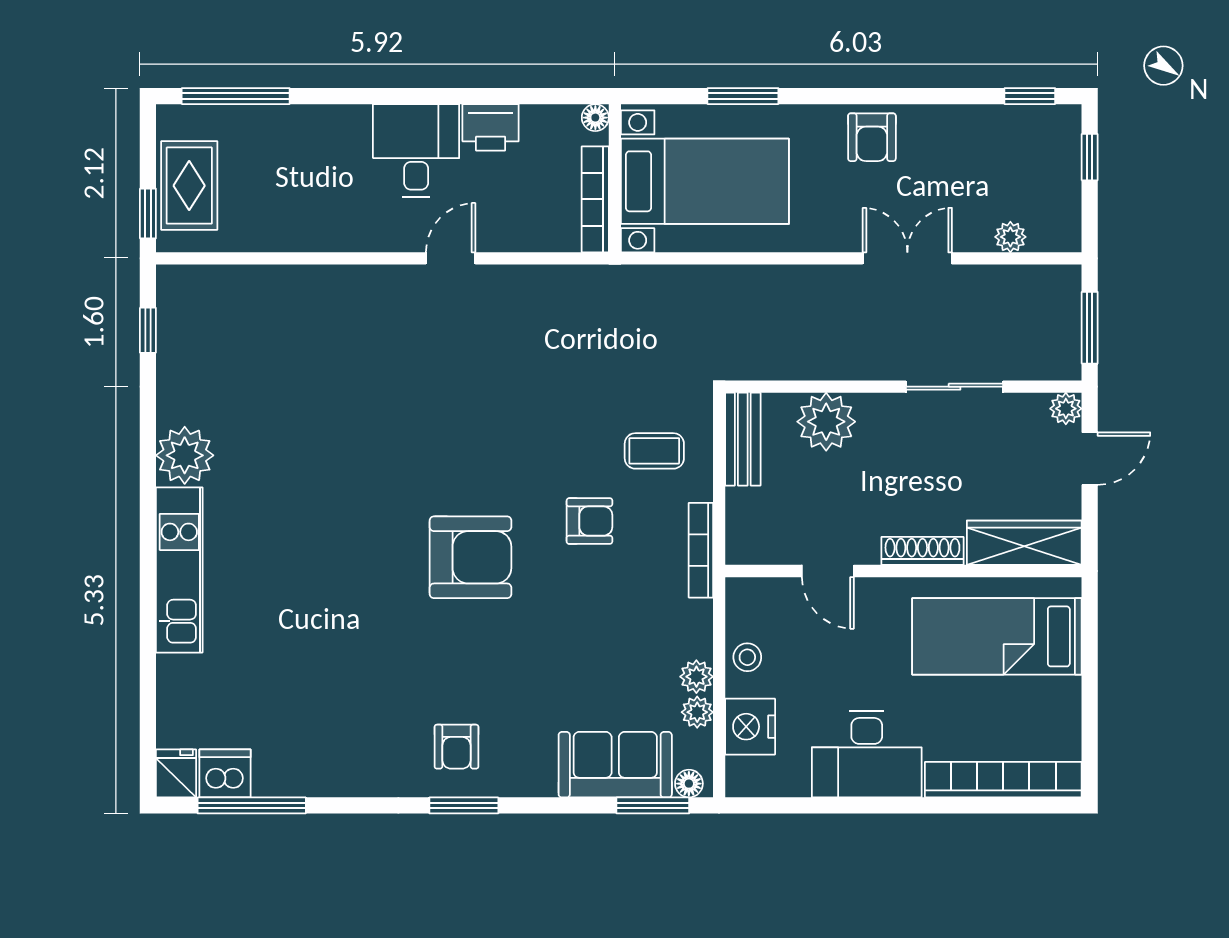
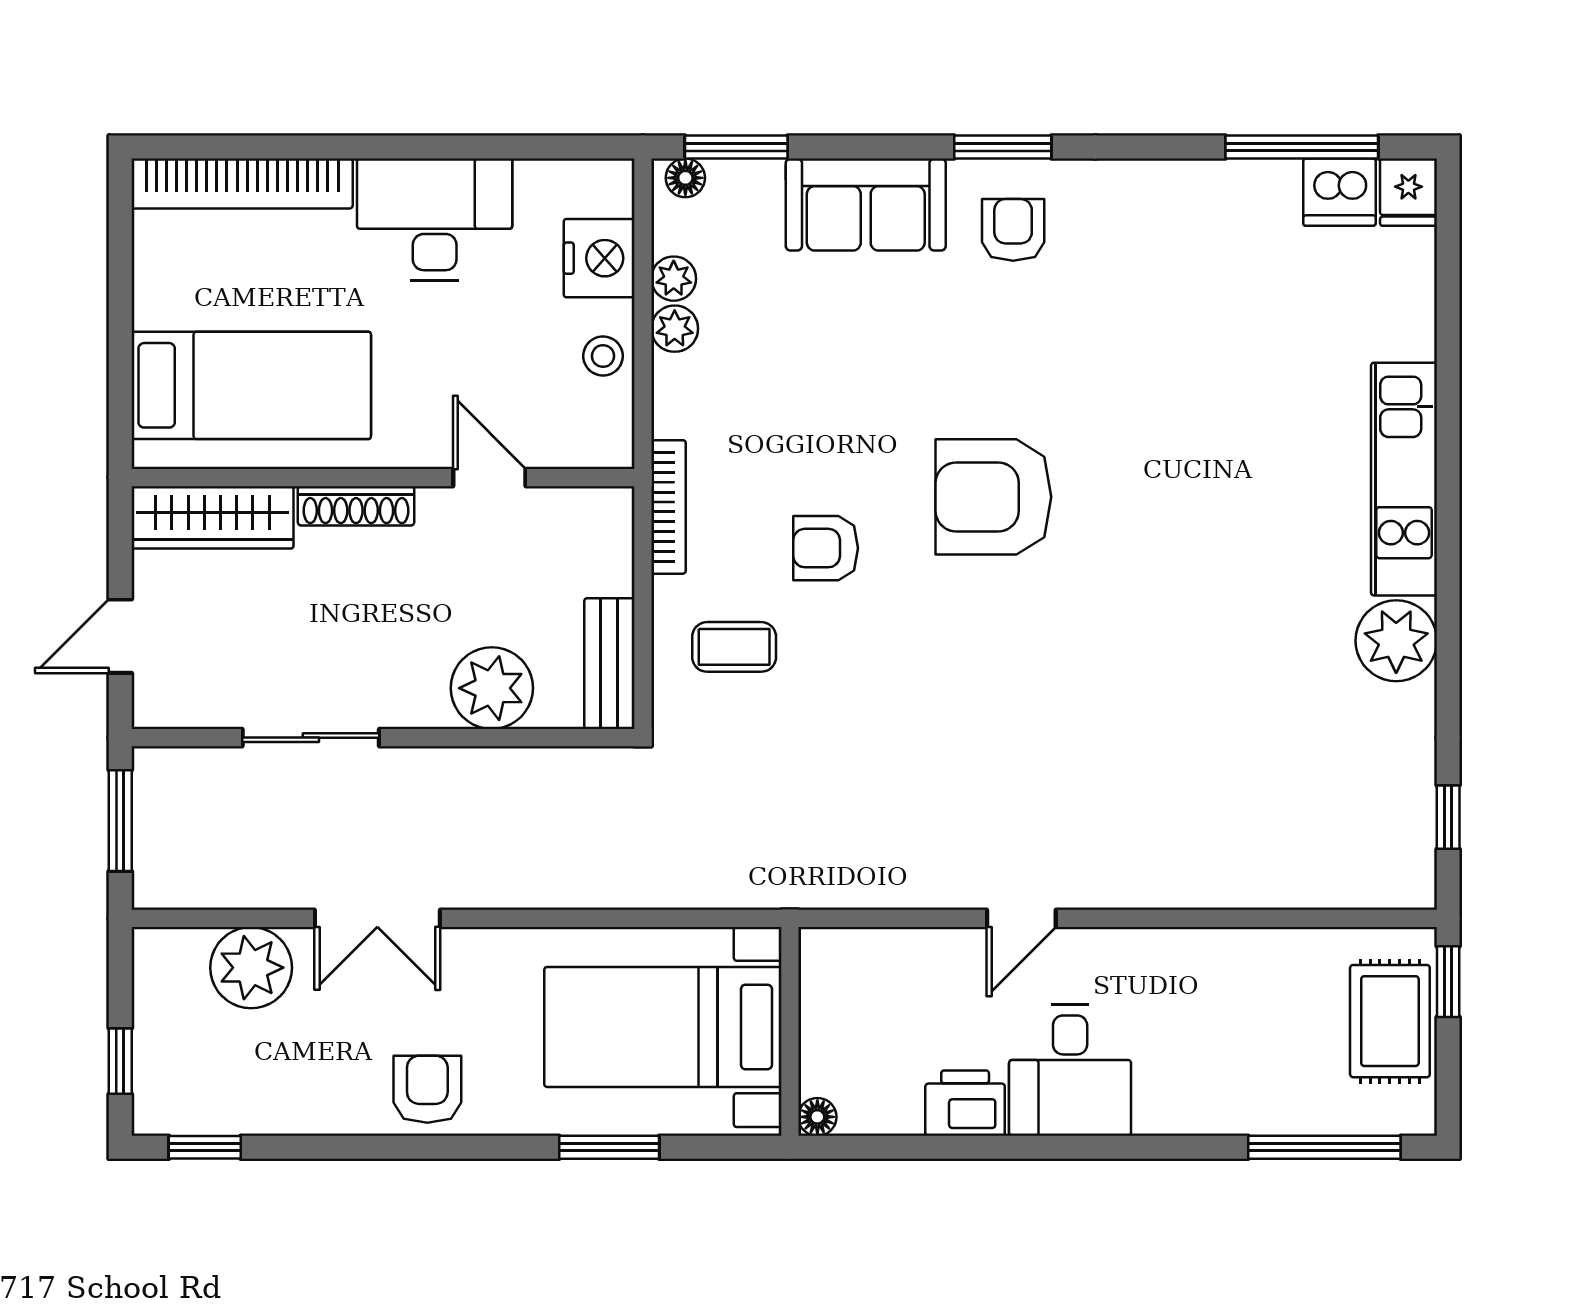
bookcase: (595, 199) -> (817, 1002), removed
plant: (1010, 237) -> (251, 968), width x1.88, depth x1.88
plant: (1066, 409) -> (154, 707), removed
sofa: (615, 765) -> (866, 205), moved

